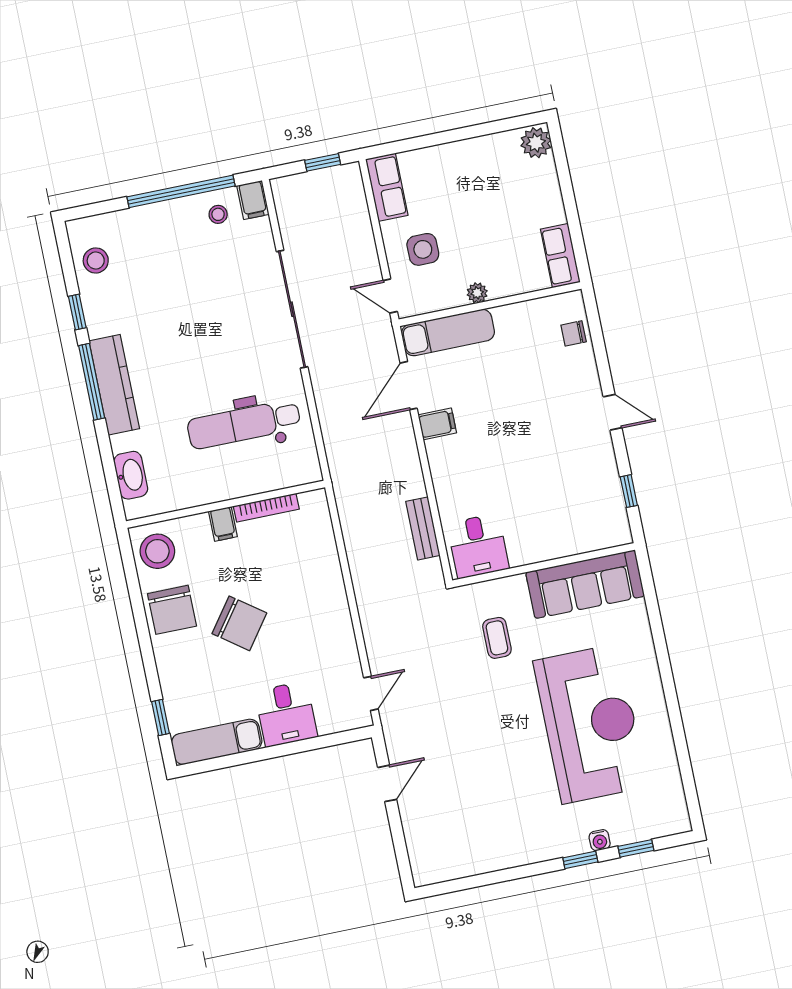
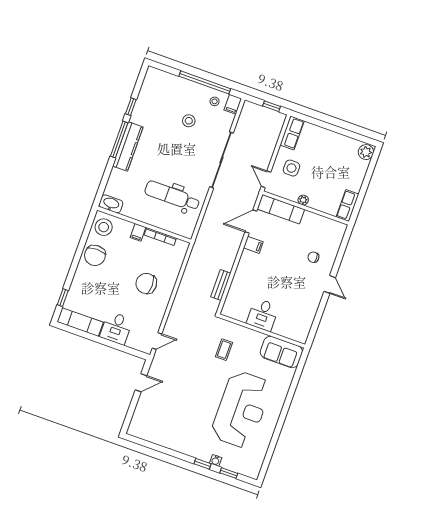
stool: (96, 261) -> (189, 121), moved
chair: (574, 333) -> (313, 257), moved
washbasin: (131, 475) -> (111, 204), moved, turned -90
window: (629, 491) -> (316, 322), removed
desk: (478, 546) -> (263, 315), moved
sofa: (585, 584) -> (281, 352), width x0.73
chair: (239, 623) -> (146, 283), moved, turned 144

